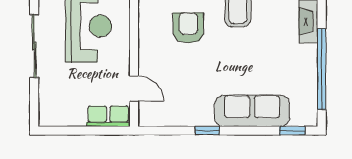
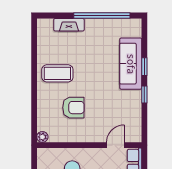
armchair: (188, 28) -> (73, 108), turned 180
window: (292, 131) -> (144, 67), moved

